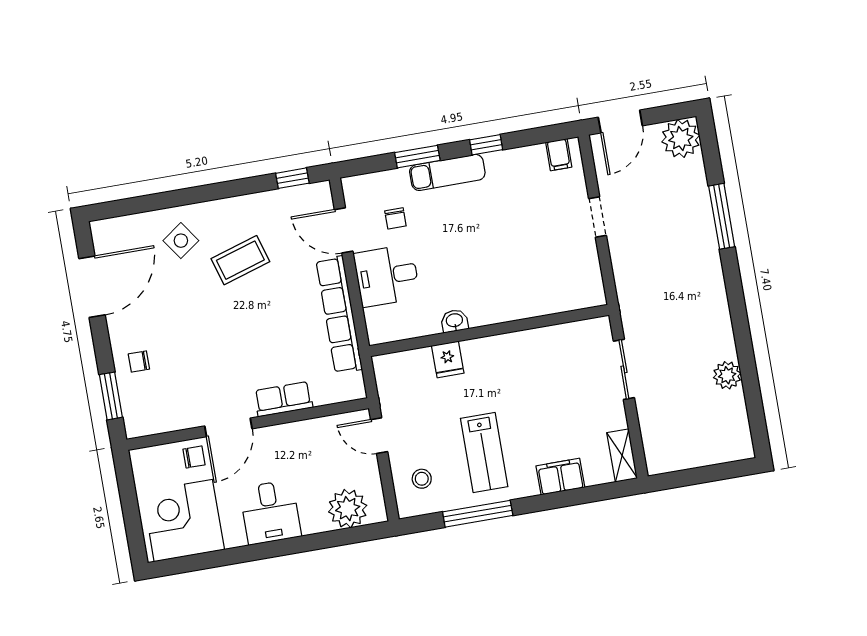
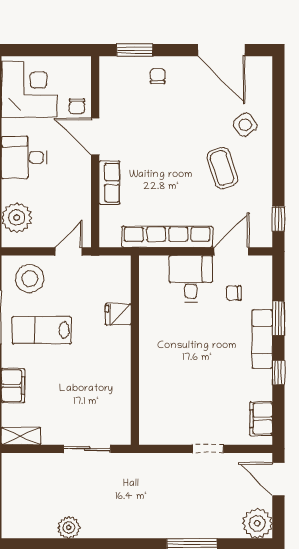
filing cabinet: (559, 155) -> (261, 419), width x2.00
washbasin: (454, 321) -> (147, 325), removed
stool: (422, 479) -> (30, 279), width x1.89, depth x1.89

